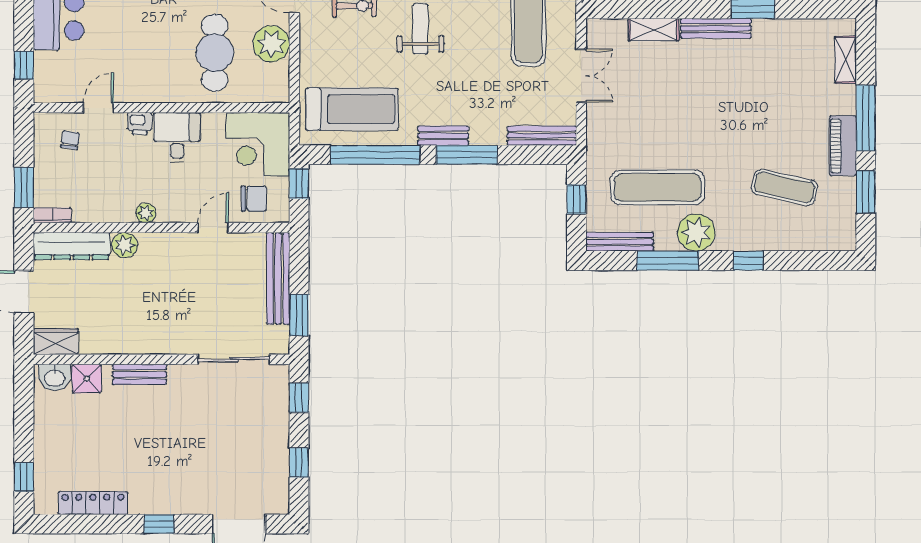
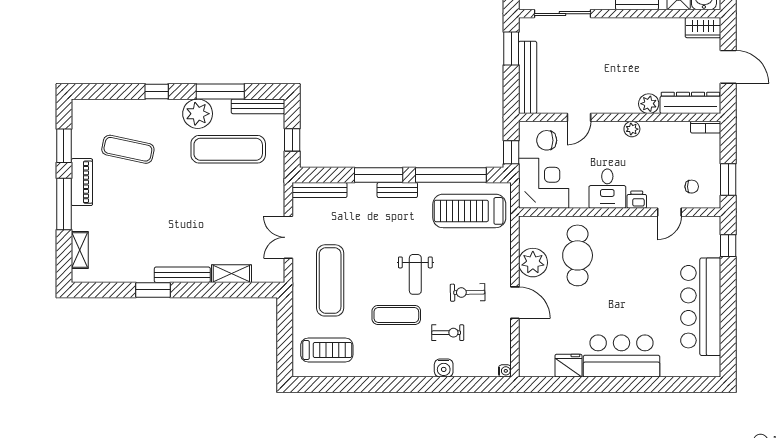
chair: (70, 140) -> (692, 187), turned -98
window: (24, 187) -> (728, 179), moved

